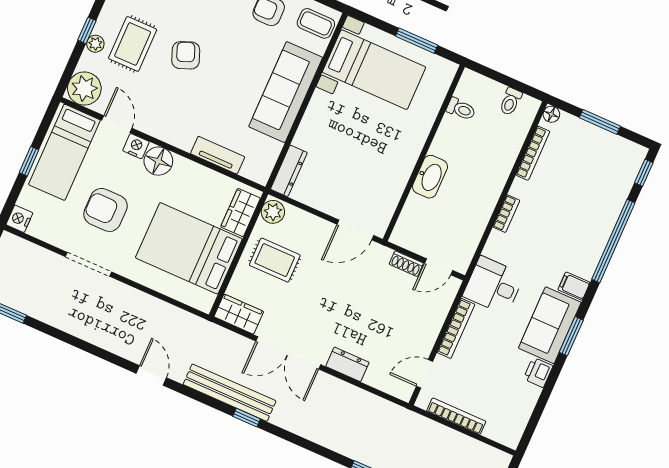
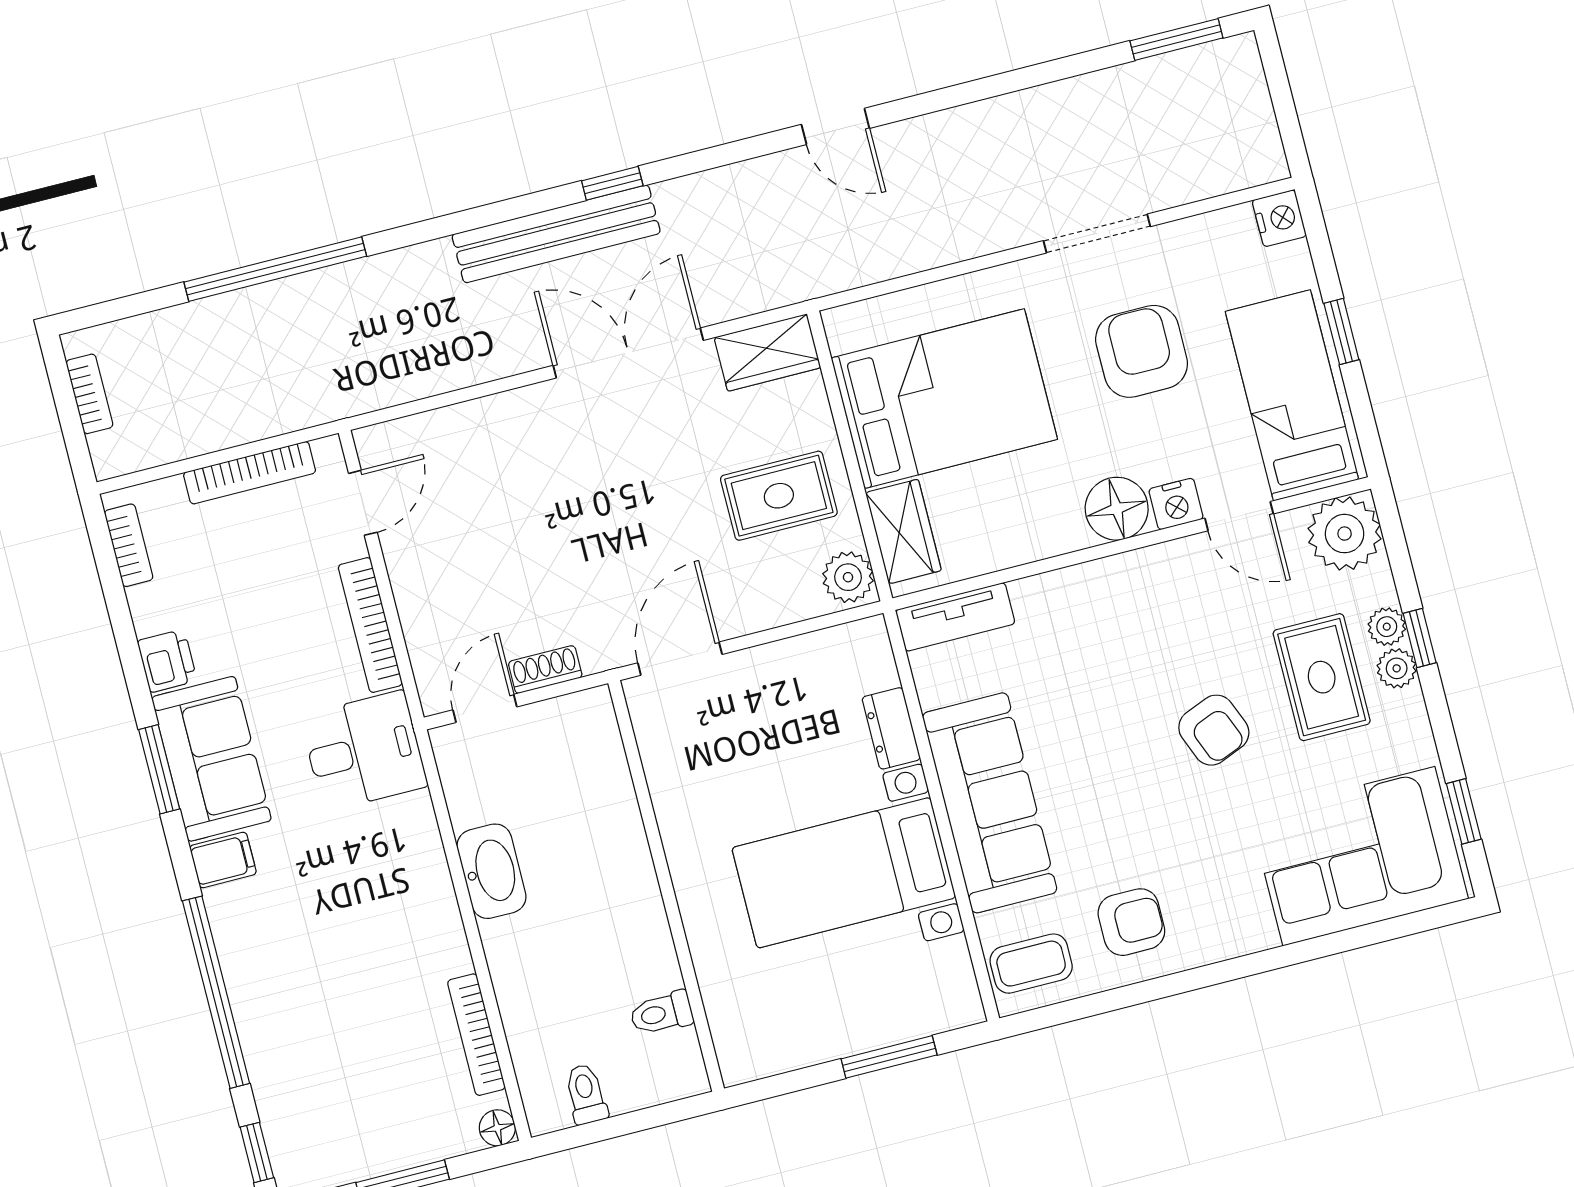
plant: (104, 26) -> (1397, 668), added
window: (417, 41) -> (889, 1057), moved
bed with nightstands: (374, 70) -> (844, 873), moved
tv unit: (218, 155) -> (955, 617), moved
dresser: (289, 171) -> (891, 728), moved, width x0.70
washbasin: (430, 177) -> (491, 871), moved, turned 180
armchair: (106, 210) -> (1142, 351), turned -90
bookcase: (506, 214) -> (129, 545), moved, turned 180
dresser: (347, 364) -> (510, 414), removed
bench: (230, 393) -> (556, 234), moved

